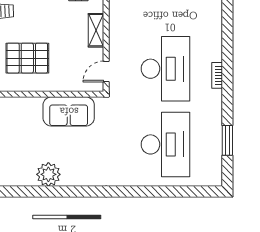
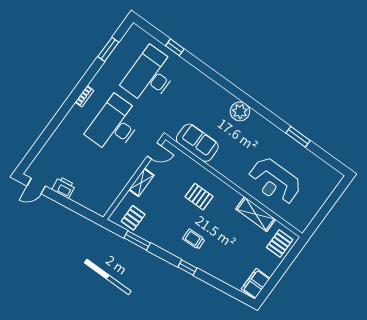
pallet: (27, 58) -> (199, 197), width x0.67, depth x0.71
window: (161, 192) -> (175, 47), added

